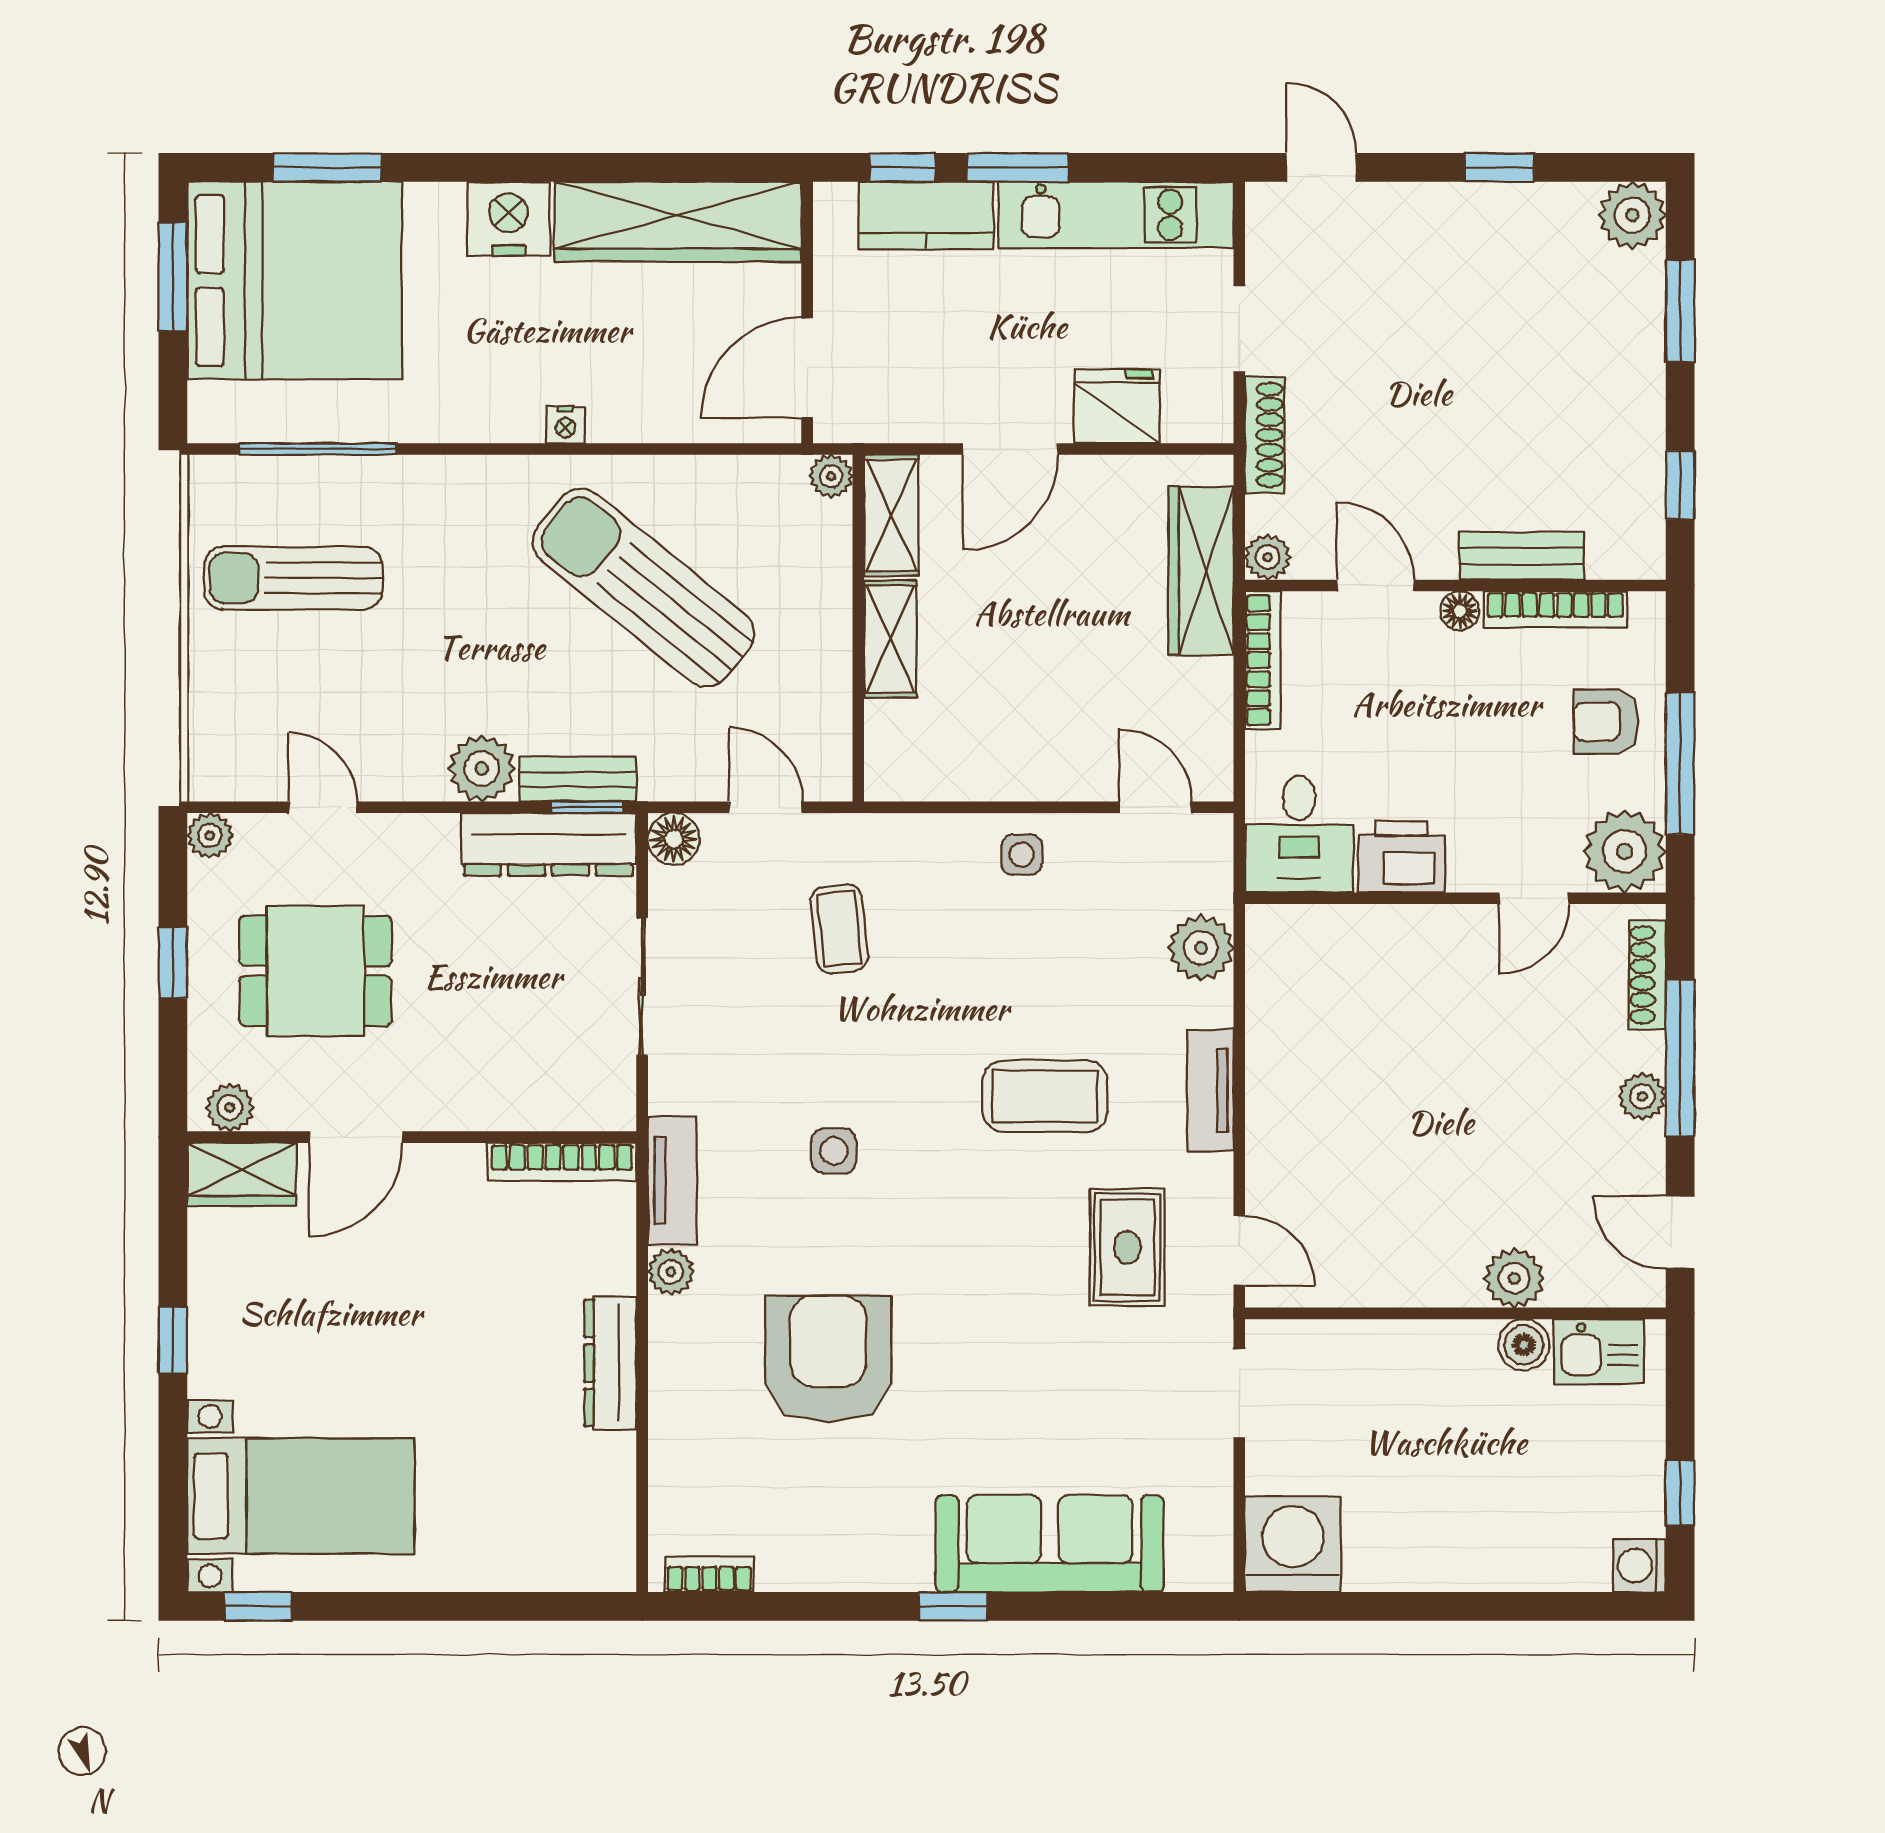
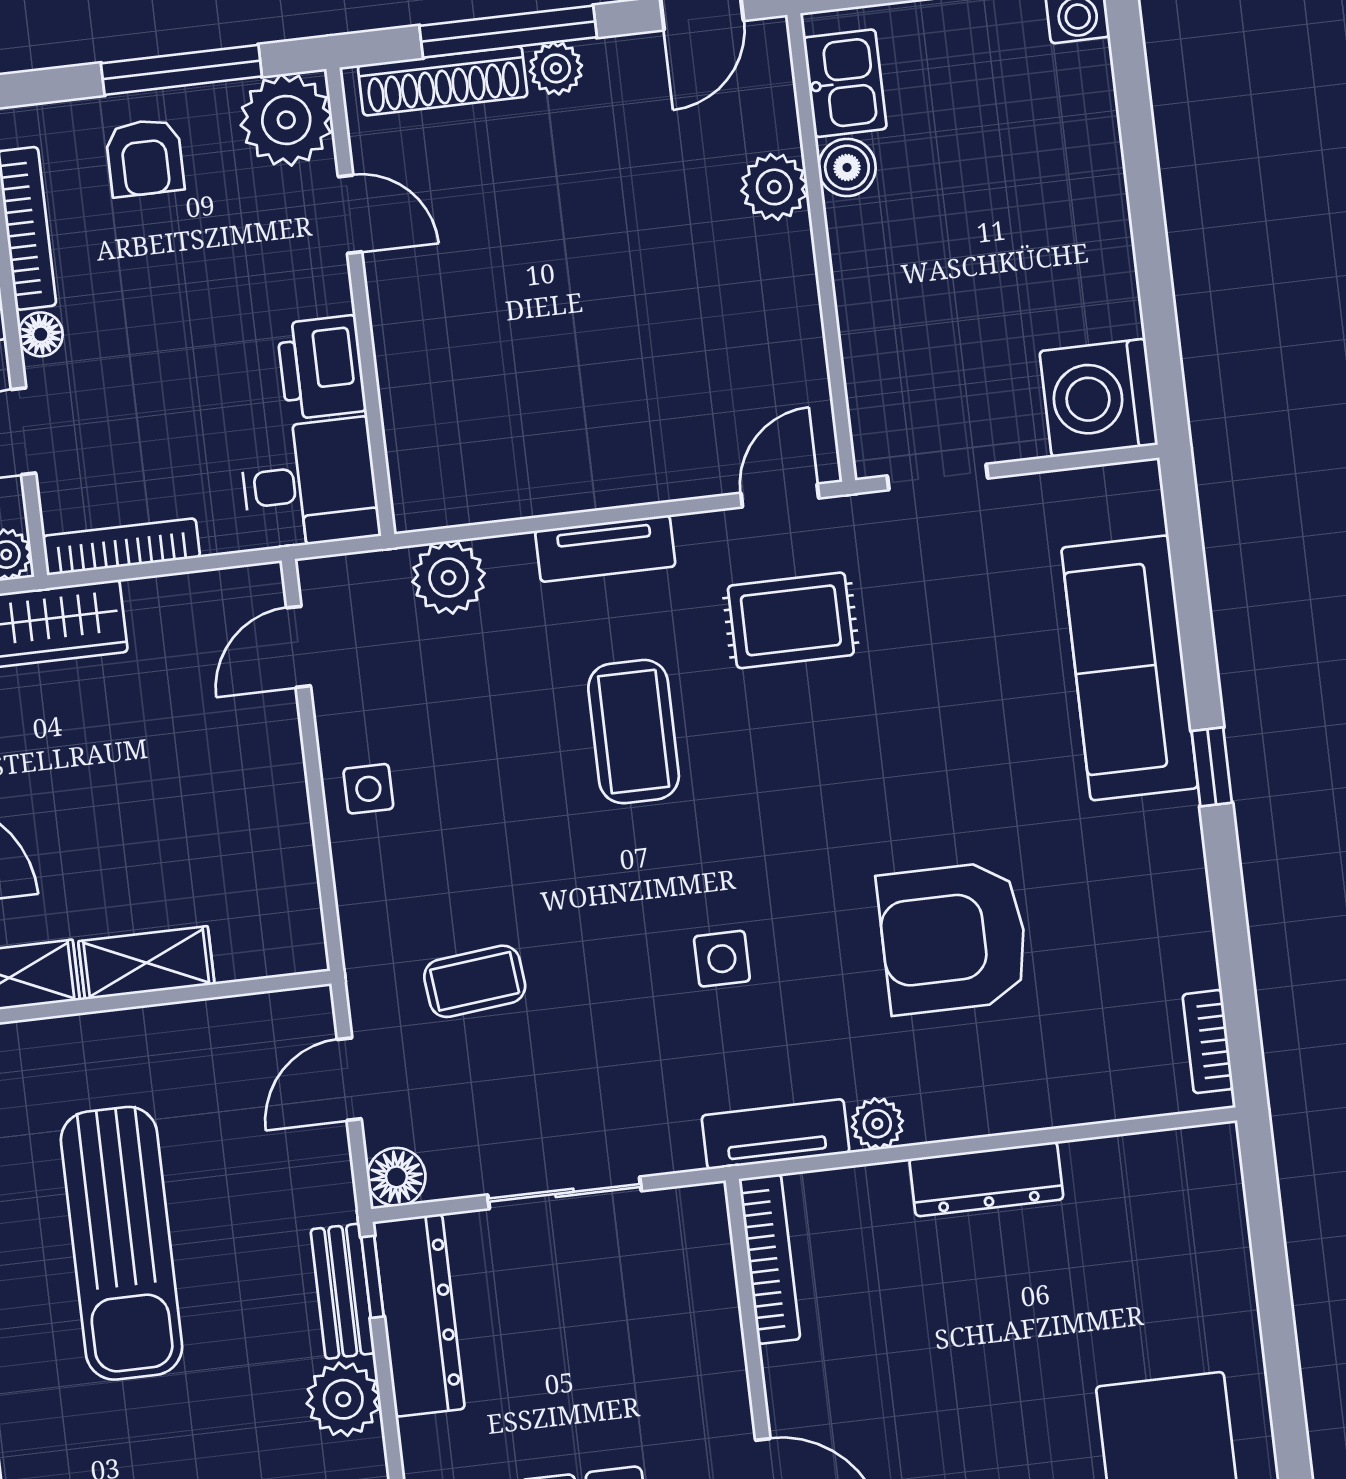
sun lounger: (644, 588) -> (122, 1243), turned -39
shoe rack: (1647, 975) -> (443, 81), width x1.36, depth x1.24

